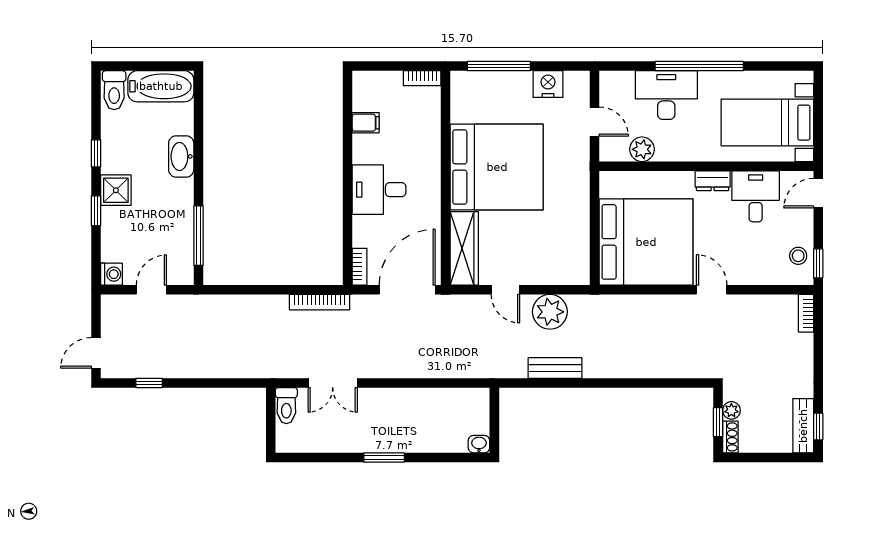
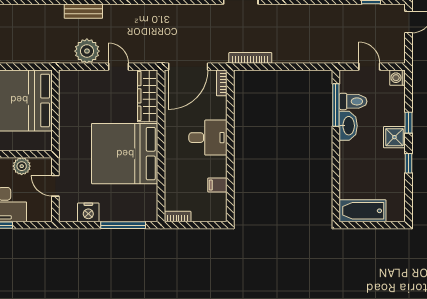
toilet: (114, 90) -> (353, 101), moved, turned 90
washbasin: (181, 156) -> (348, 126), moved
door: (151, 290) -> (369, 67), swing flipped

